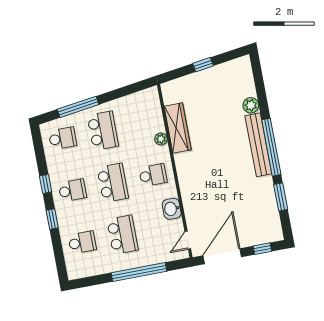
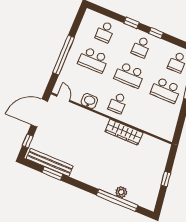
wardrobe: (178, 128) -> (124, 132), moved
plant: (161, 139) -> (137, 123), removed
bench: (258, 145) -> (50, 162), moved
window: (271, 147) -> (117, 200), moved
door: (222, 256) -> (39, 113), swing flipped

